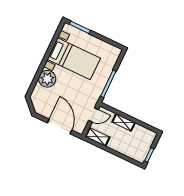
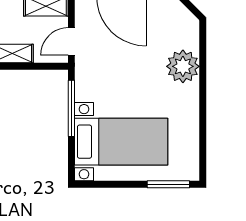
bed with nightstands: (74, 59) -> (121, 142), moved, turned 180

